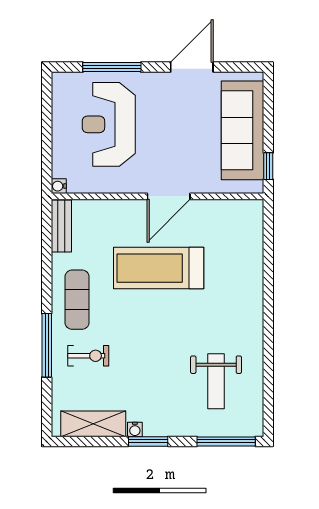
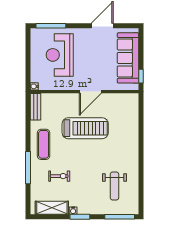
window: (112, 67) -> (51, 26), moved
treadmill: (159, 268) -> (85, 128), turned 180
exercise bike: (88, 356) -> (59, 176), moved

